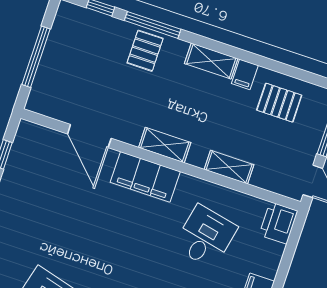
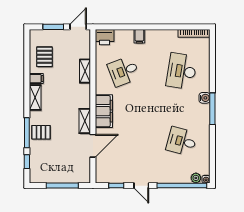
shelving: (165, 145) -> (85, 121), moved
desk: (205, 237) -> (124, 71), turned -33

